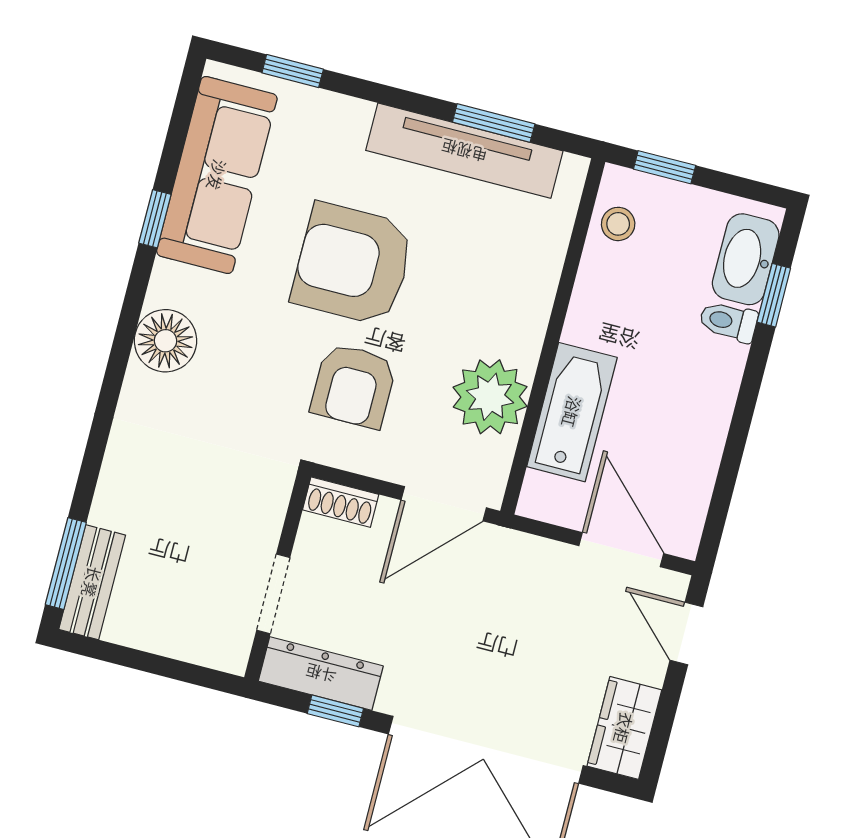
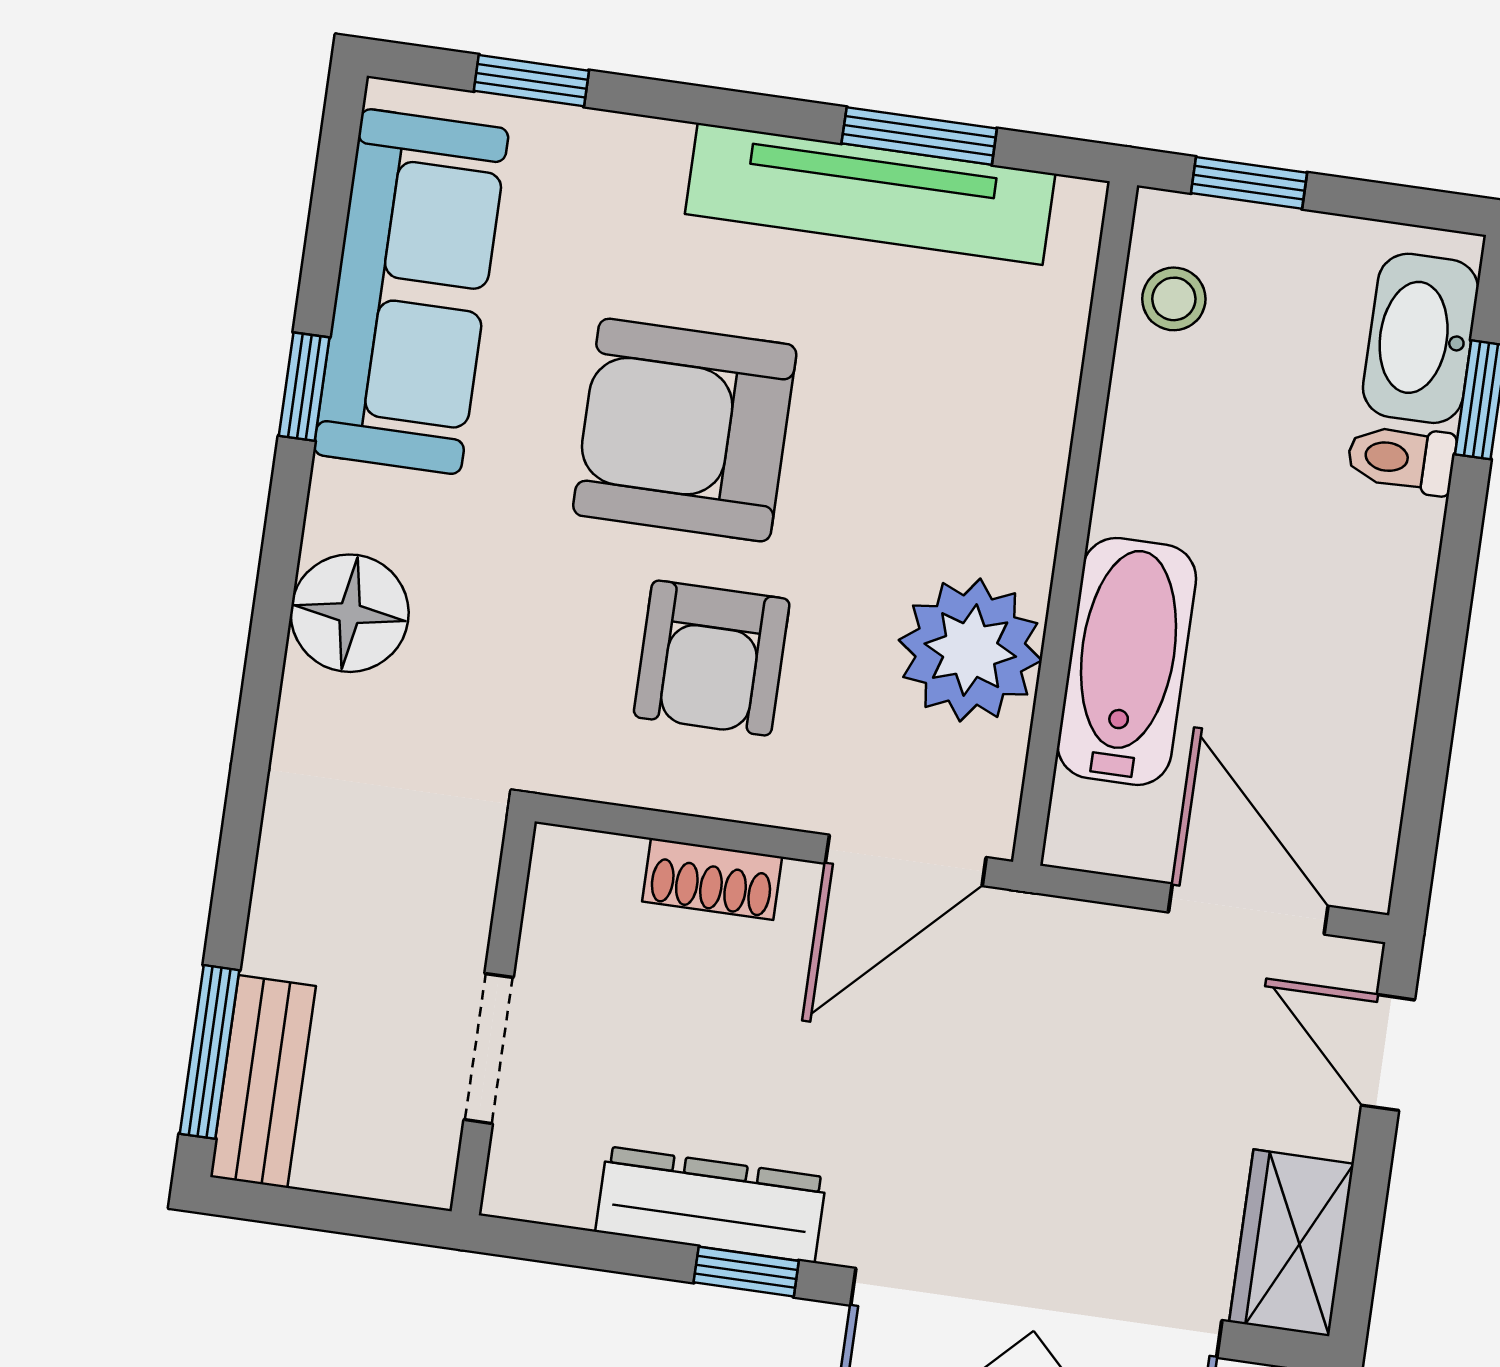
wall: (278, 577) -> (493, 1016), moved
doorway: (273, 594) -> (489, 1049), moved

